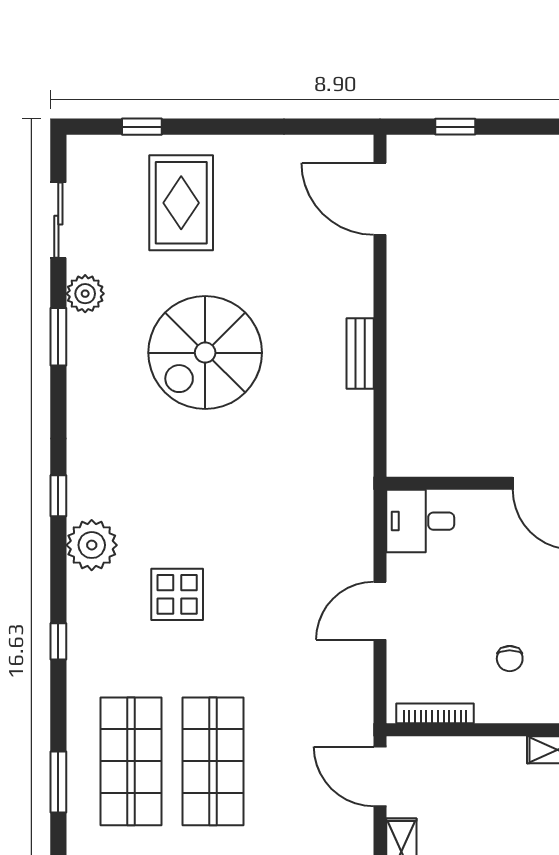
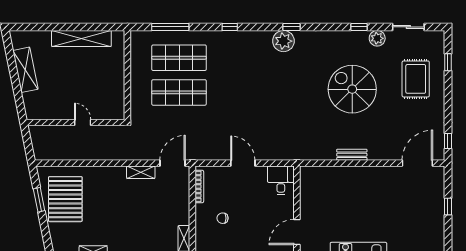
window: (328, 127) -> (448, 141), added
window: (455, 127) -> (448, 206), moved
rug: (181, 203) -> (416, 79), turned 90
window: (58, 337) -> (359, 27), width x0.67
plant: (92, 545) -> (283, 41), moved
display table: (177, 594) -> (250, 77), removed
window: (58, 782) -> (170, 27), width x1.44

